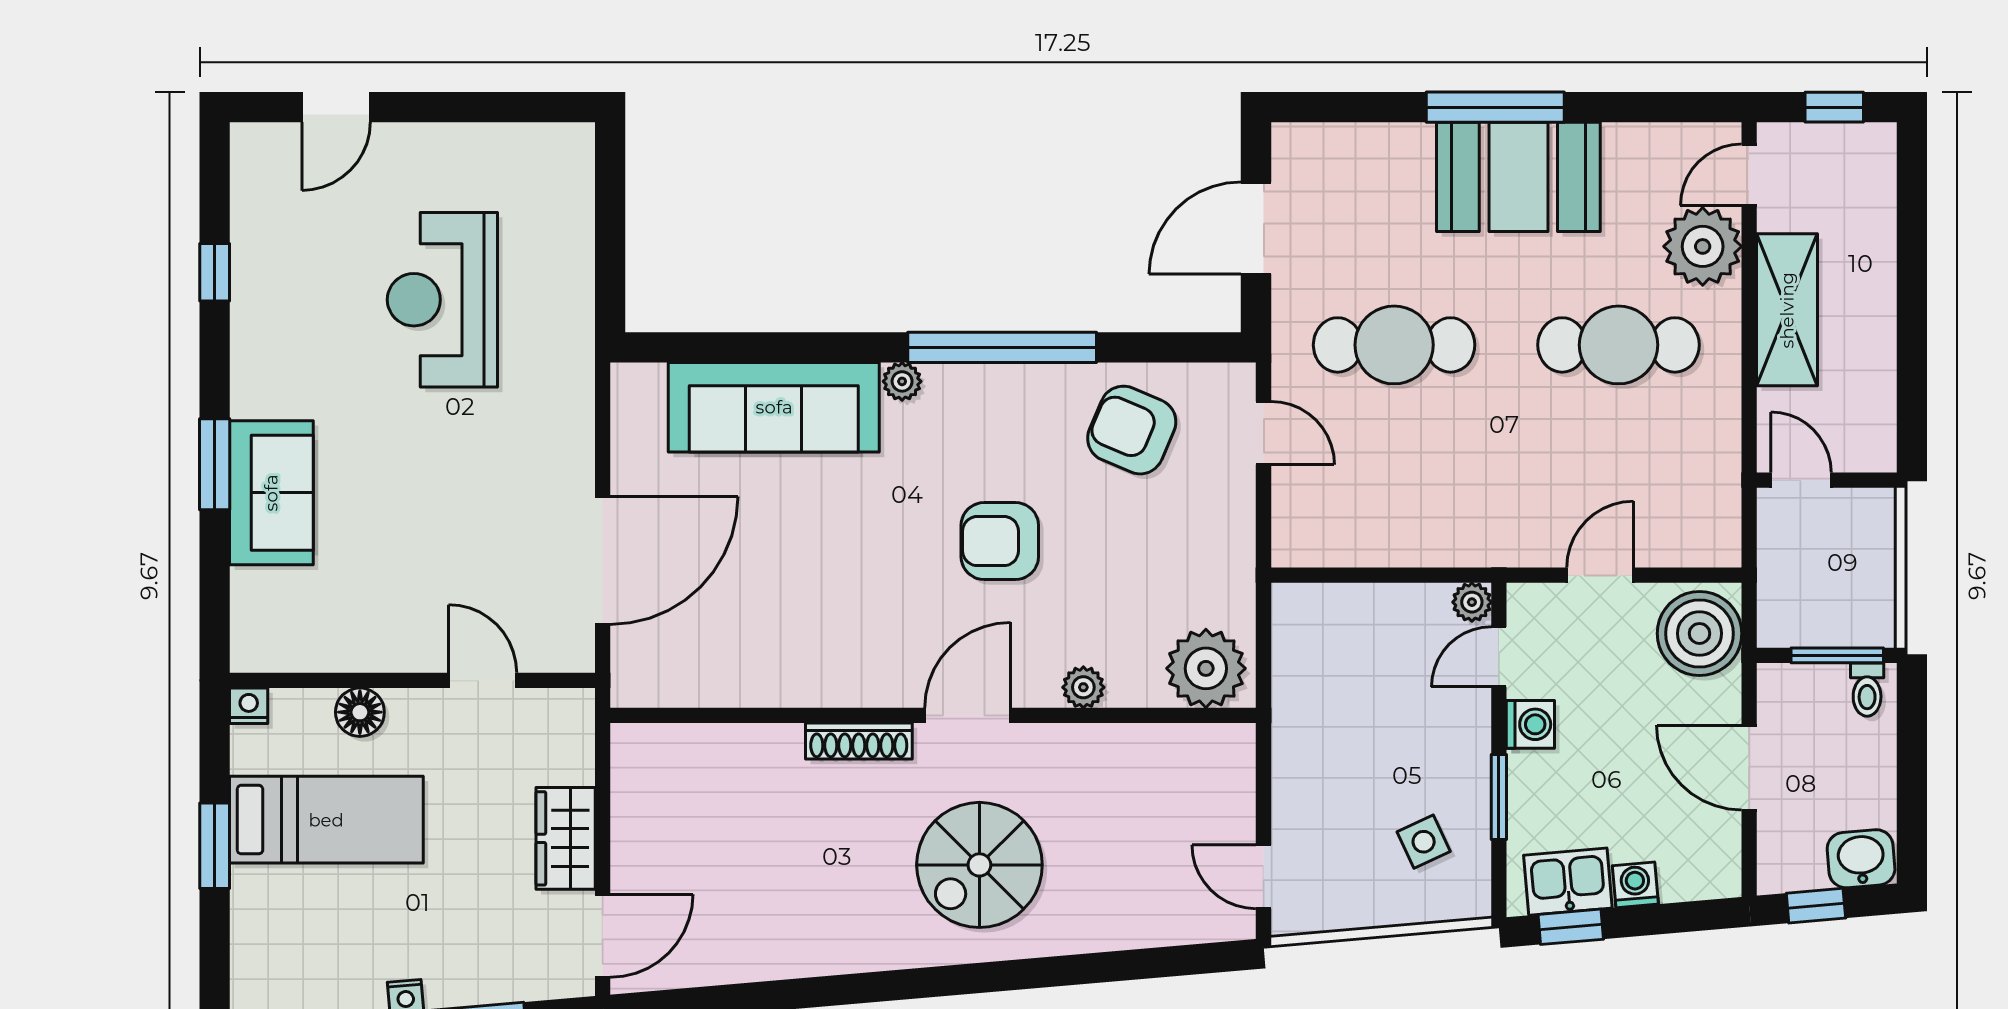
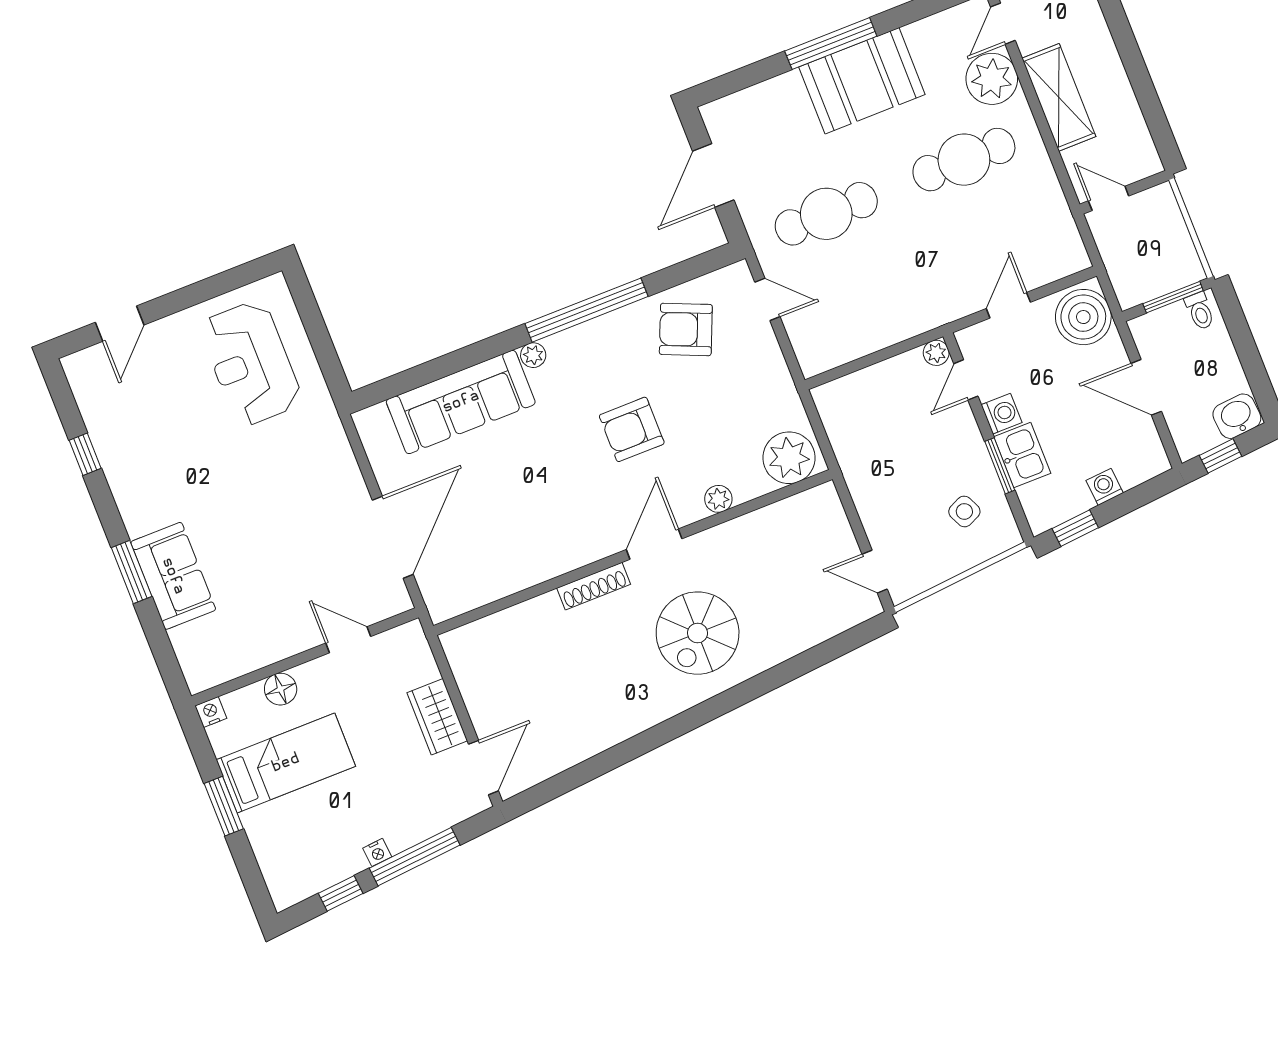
reception desk: (442, 300) -> (251, 363), moved
kitchen sink: (1568, 882) -> (1022, 455), moved, turned 95

